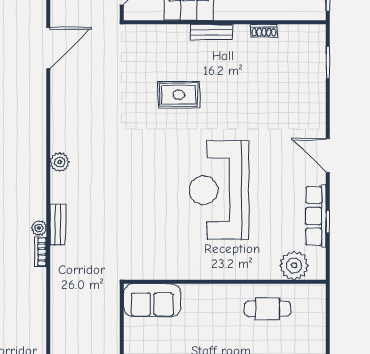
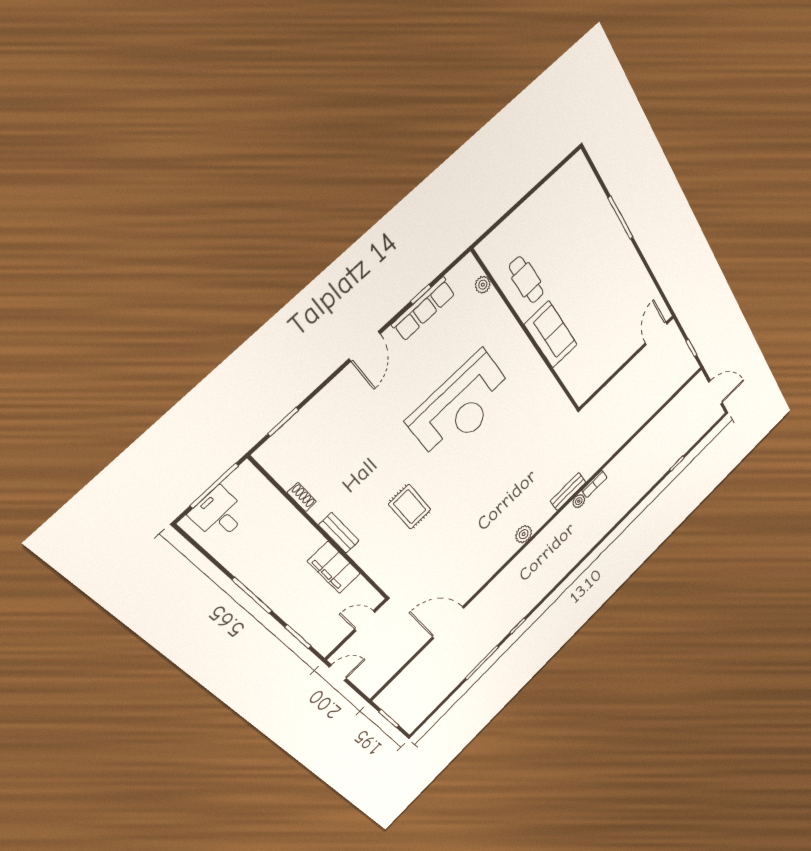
plant: (294, 265) -> (483, 285), width x0.53, depth x0.53
sofa: (152, 300) -> (551, 335), moved

